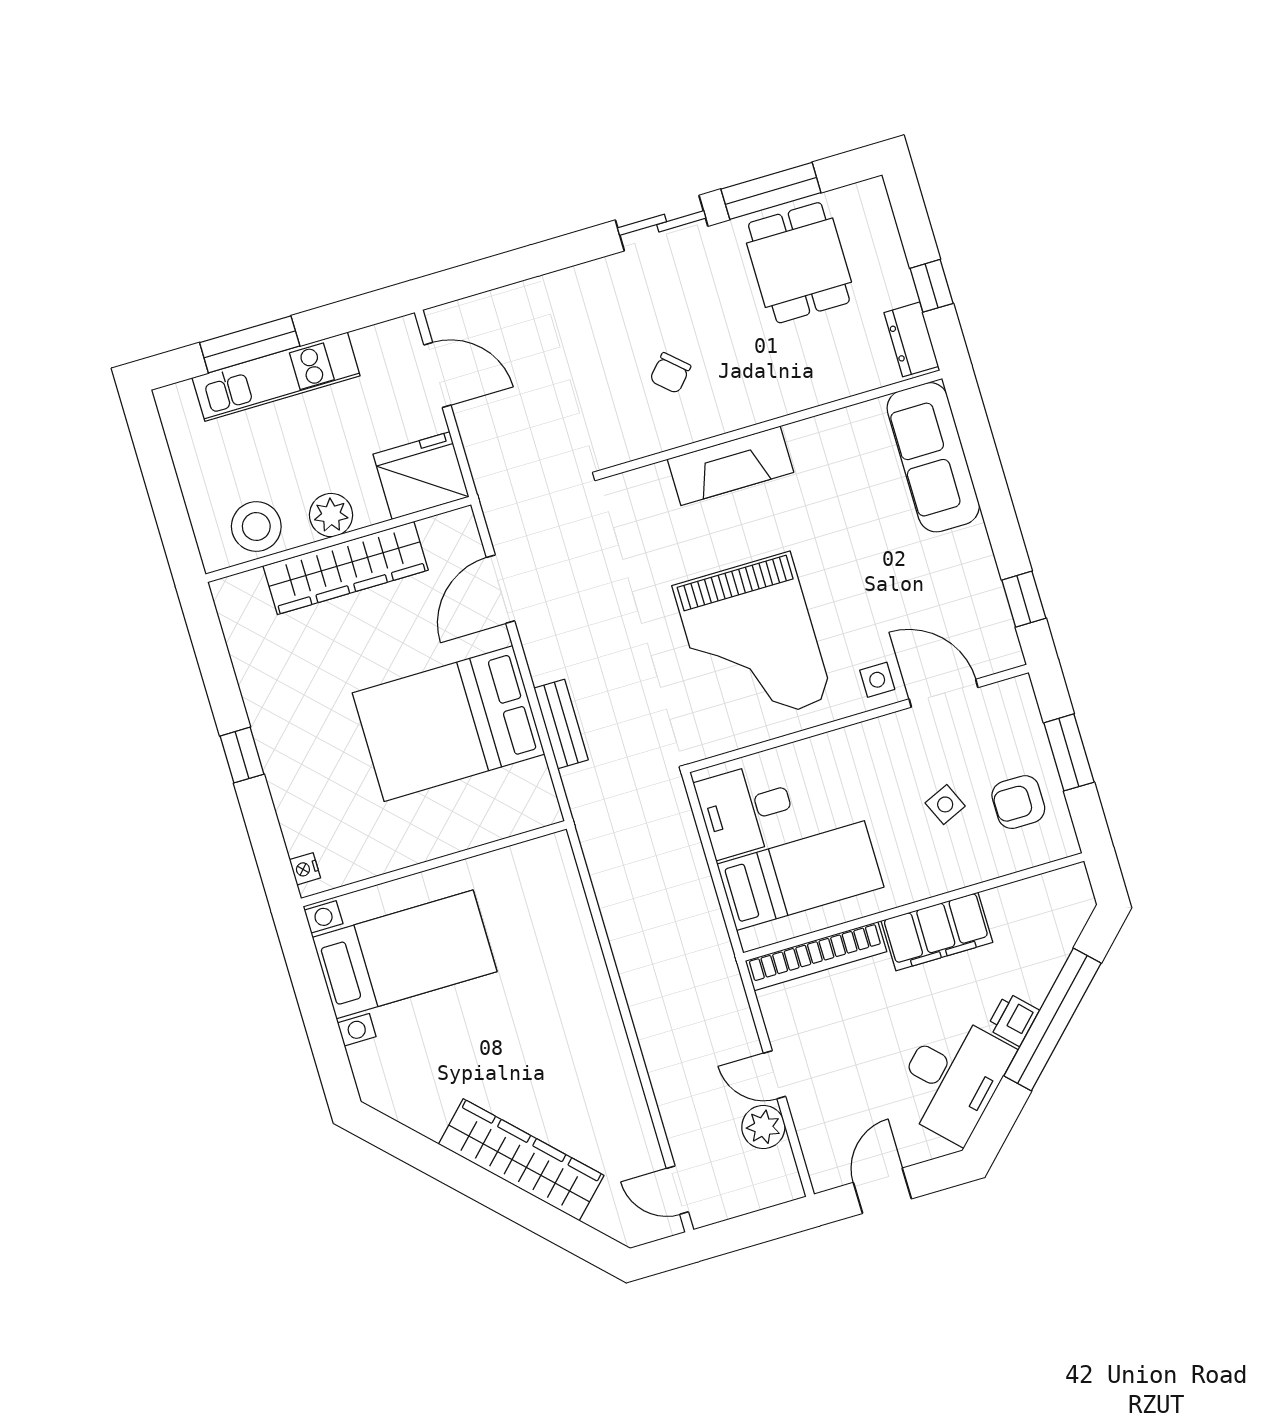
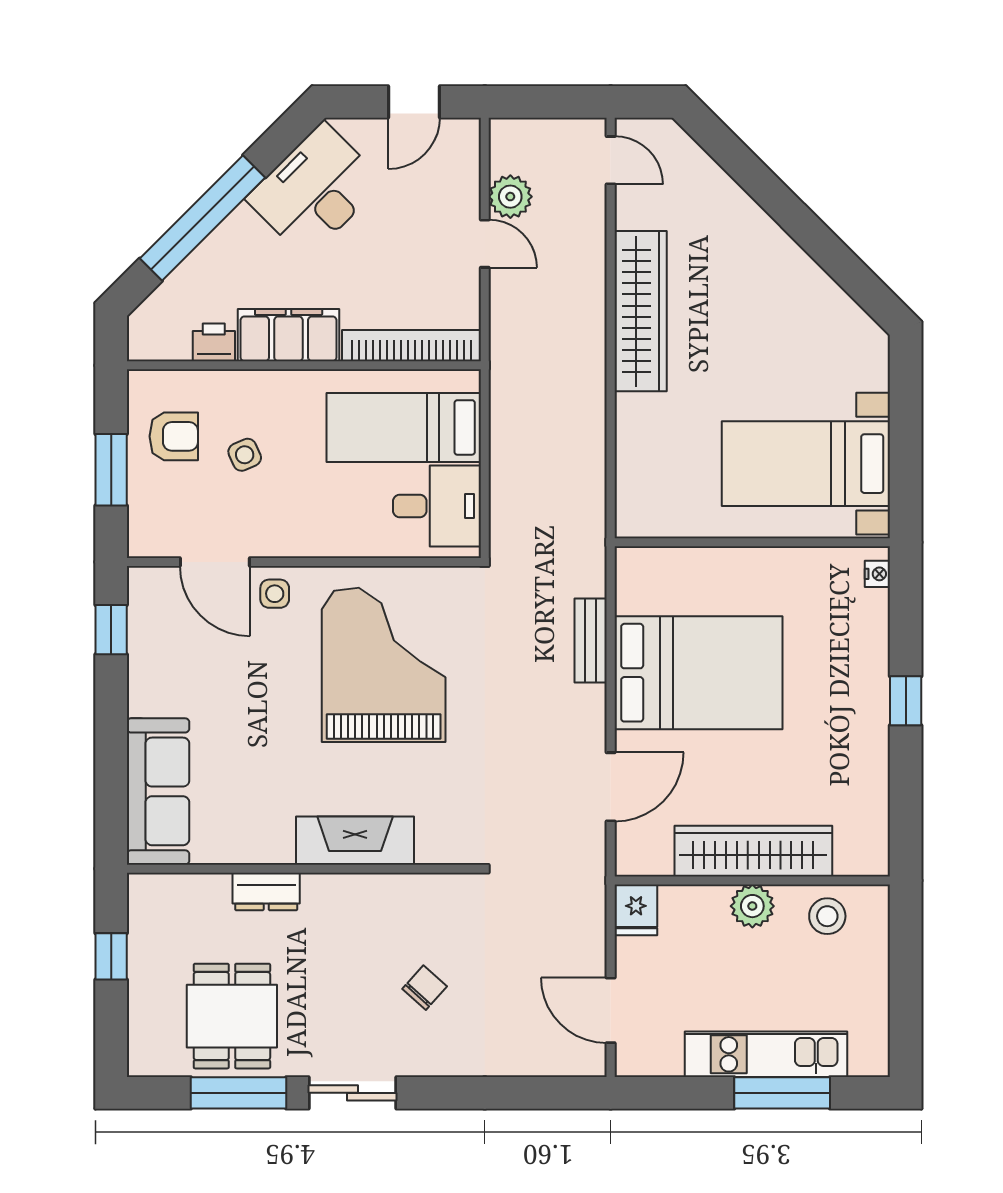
dresser: (911, 339) -> (266, 892), moved, turned 90
chair: (670, 373) -> (425, 988), moved
fridge: (421, 476) -> (636, 910), width x0.53, depth x0.75
stool: (256, 526) -> (827, 916), width x0.73, depth x0.73
printer: (1013, 1019) -> (214, 342), moved, turned -135
wardrobe: (521, 1160) -> (641, 311), moved, turned -135

